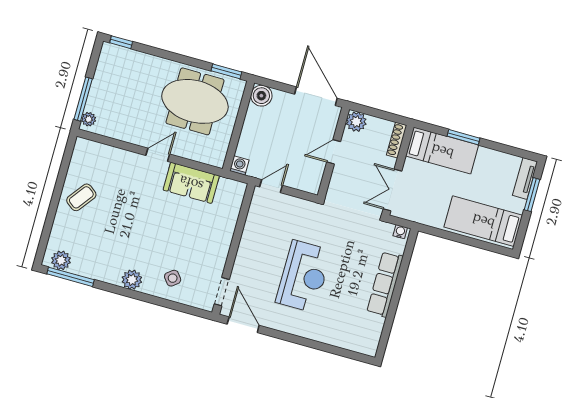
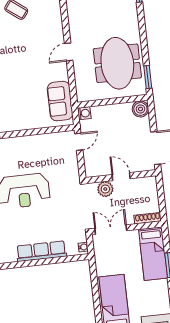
plant: (356, 122) -> (105, 189), moved
door: (158, 155) -> (69, 52), swing flipped
sofa: (191, 183) -> (60, 101), moved
door: (271, 186) -> (79, 142), hinge flipped

